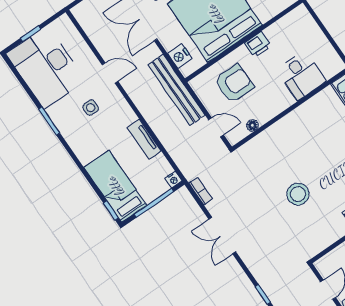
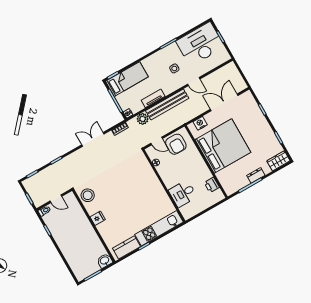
printer: (258, 45) -> (212, 185), moved
door: (110, 73) -> (194, 82), hinge flipped
armchair: (234, 84) -> (176, 144), moved
bench: (176, 90) -> (167, 104), moved
door: (216, 127) -> (157, 141), hinge flipped
plant: (181, 154) -> (143, 119), added
stool: (298, 194) -> (88, 195), moved

